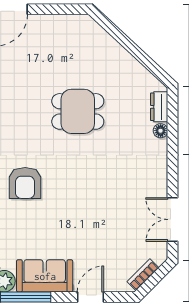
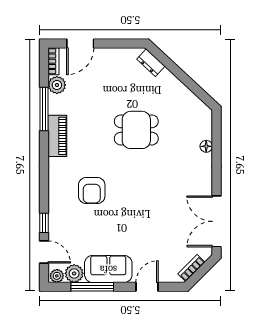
dresser: (159, 107) -> (151, 63), moved, turned -47
double door: (173, 220) -> (216, 221), width x1.37

